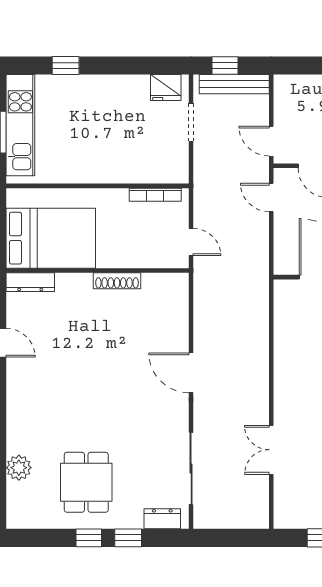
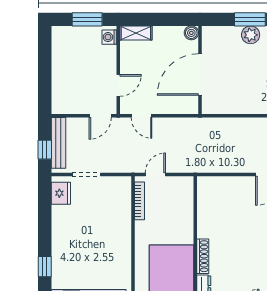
door: (271, 197) -> (142, 116), hinge flipped
door: (191, 242) -> (155, 175), moved
shoe rack: (117, 281) -> (203, 256), moved

